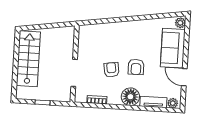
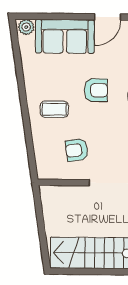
coffee table: (125, 39) -> (54, 109), added
armchair: (111, 70) -> (77, 150), moved

